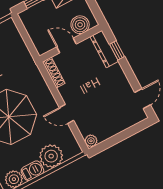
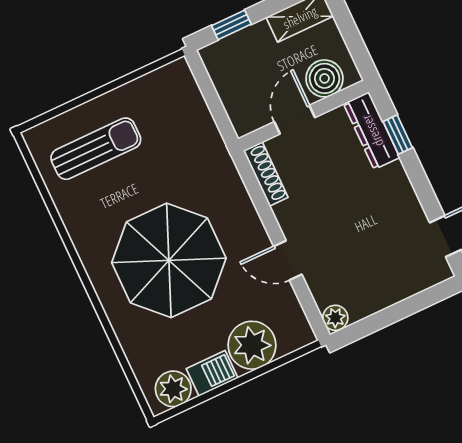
door: (67, 45) -> (295, 120), hinge flipped

